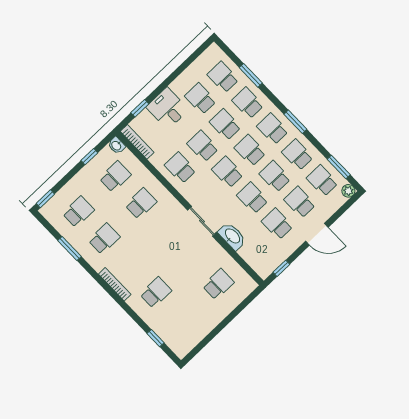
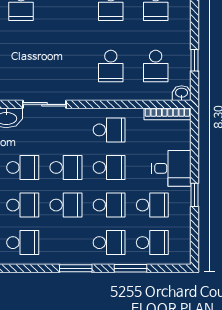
window: (140, 108) -> (195, 195), moved
window: (295, 122) -> (76, 268), moved
school desk: (273, 129) -> (66, 243), removed

